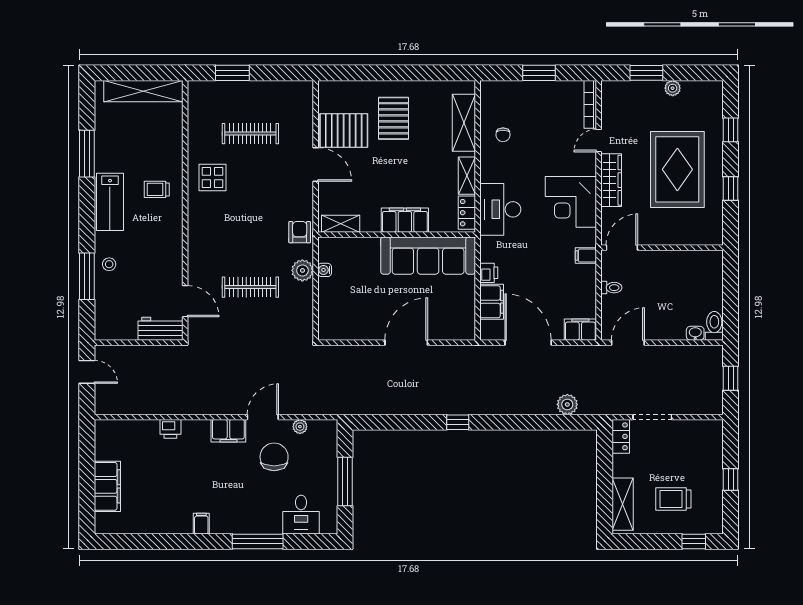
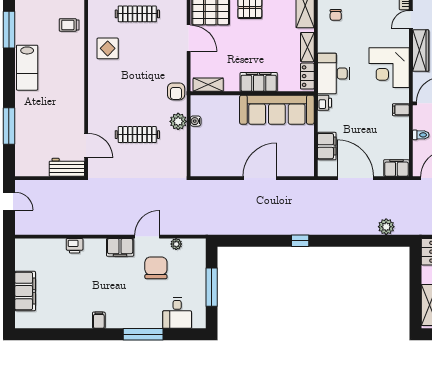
trolley: (157, 189) -> (69, 25), moved
armchair: (300, 232) -> (176, 91), turned 180
stool: (109, 264) -> (26, 117), removed
printer: (489, 273) -> (325, 103), moved

